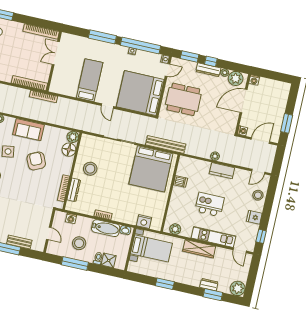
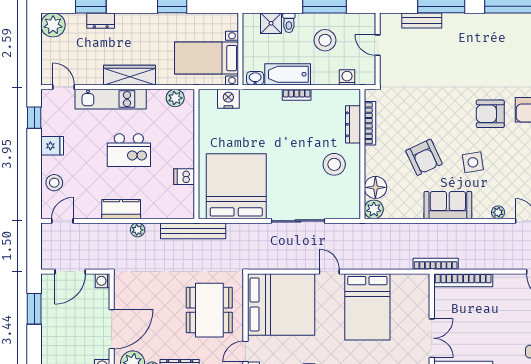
bed: (90, 80) -> (367, 307), width x1.50
dining table: (183, 99) -> (209, 310), turned 90
bench: (166, 144) -> (193, 231), moved

